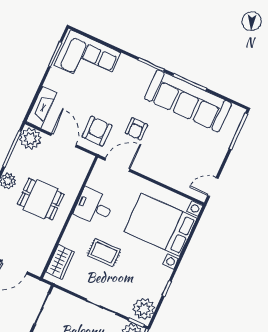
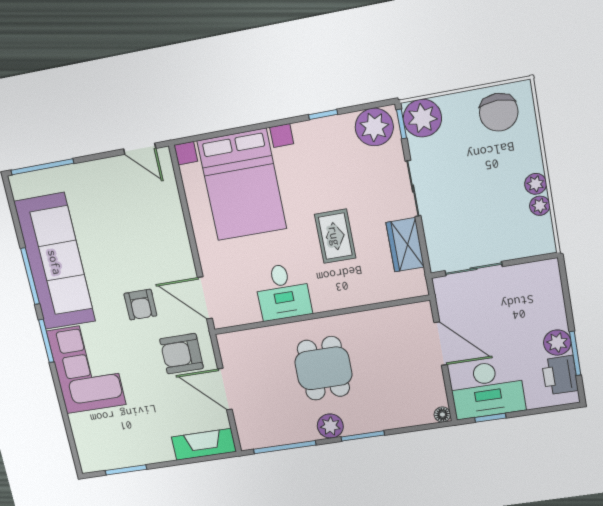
corner sofa: (87, 59) -> (86, 368), moved
armchair: (136, 129) -> (140, 305), turned 90
plant: (30, 139) -> (254, 433), removed
door: (63, 140) -> (225, 389), hinge flipped
wardrobe: (60, 262) -> (405, 245), moved, turned -90

